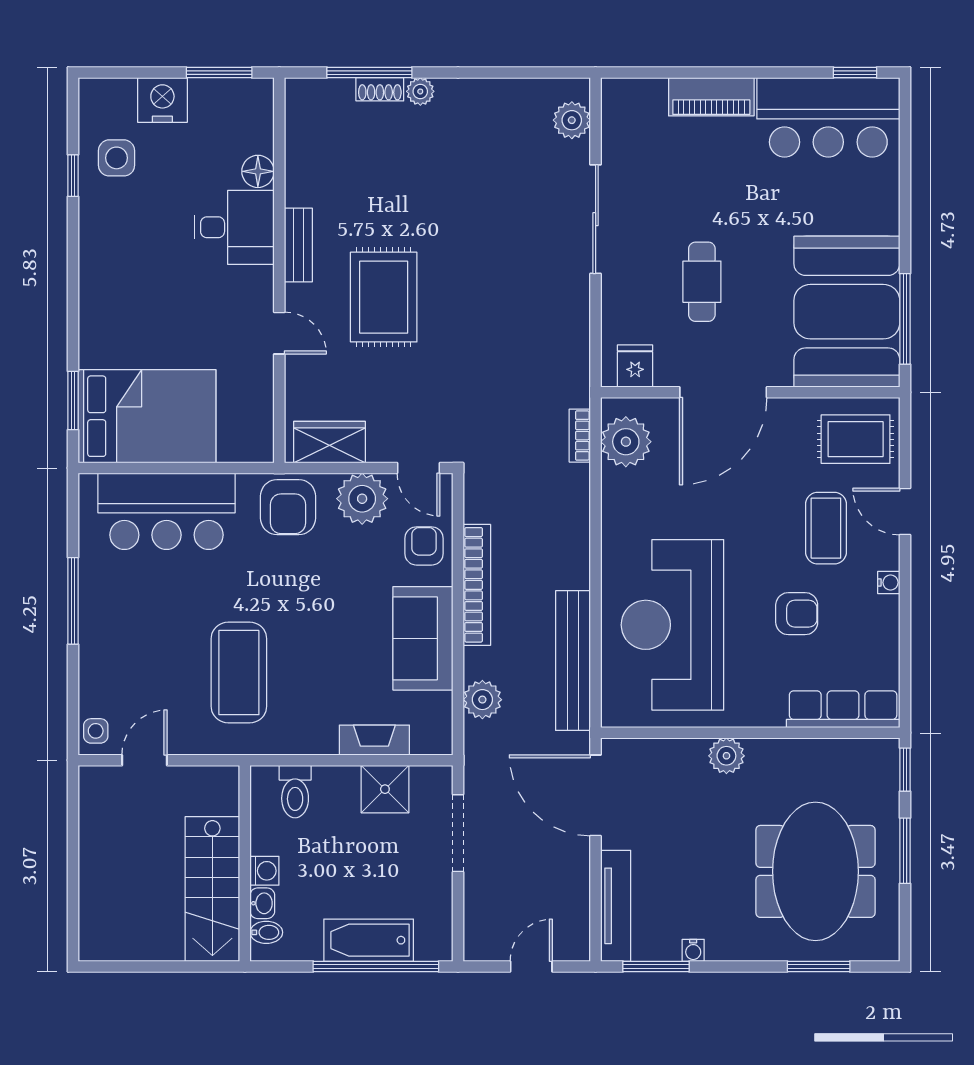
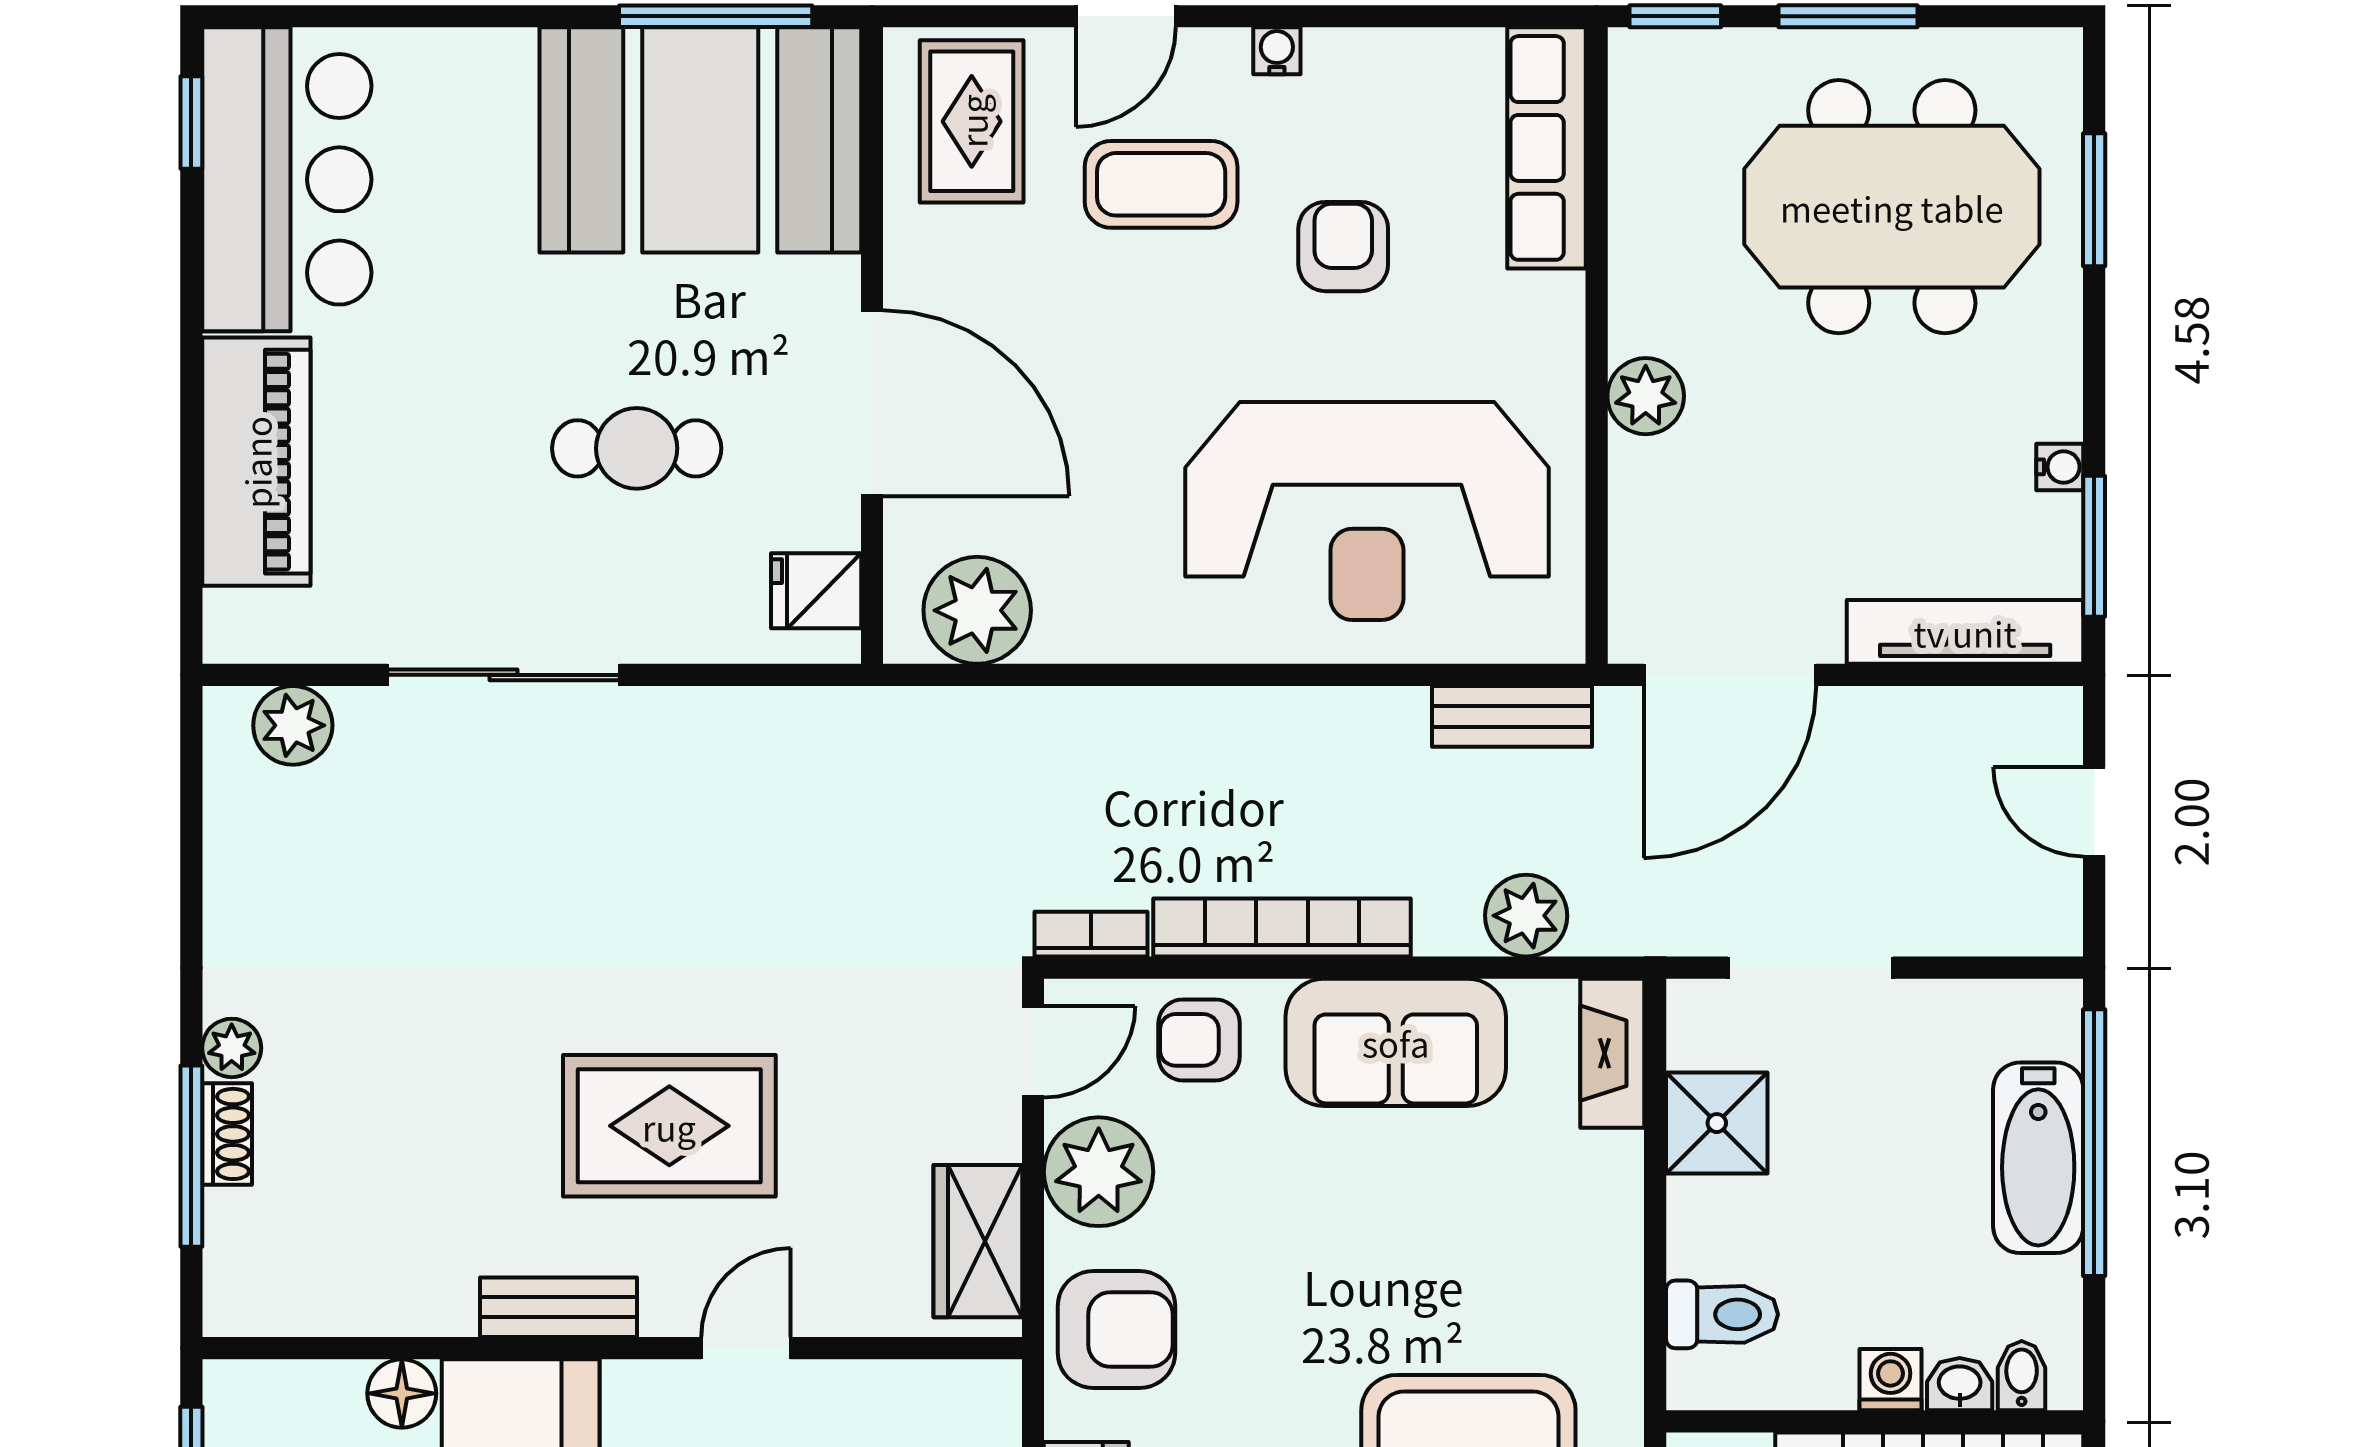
piano: (711, 97) -> (256, 462), width x1.37, depth x1.33
bookcase: (580, 436) -> (1091, 934), moved, turned 180
bench: (573, 661) -> (1512, 716), width x0.54, depth x0.82
fireplace: (374, 740) -> (1612, 1053), moved

